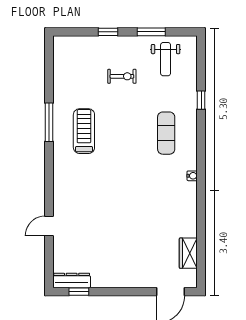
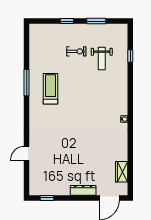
weight bench: (166, 59) -> (102, 59), moved
window: (201, 100) -> (130, 56), moved
exercise mat: (166, 133) -> (106, 90), removed
dresser: (72, 280) -> (83, 190), moved

